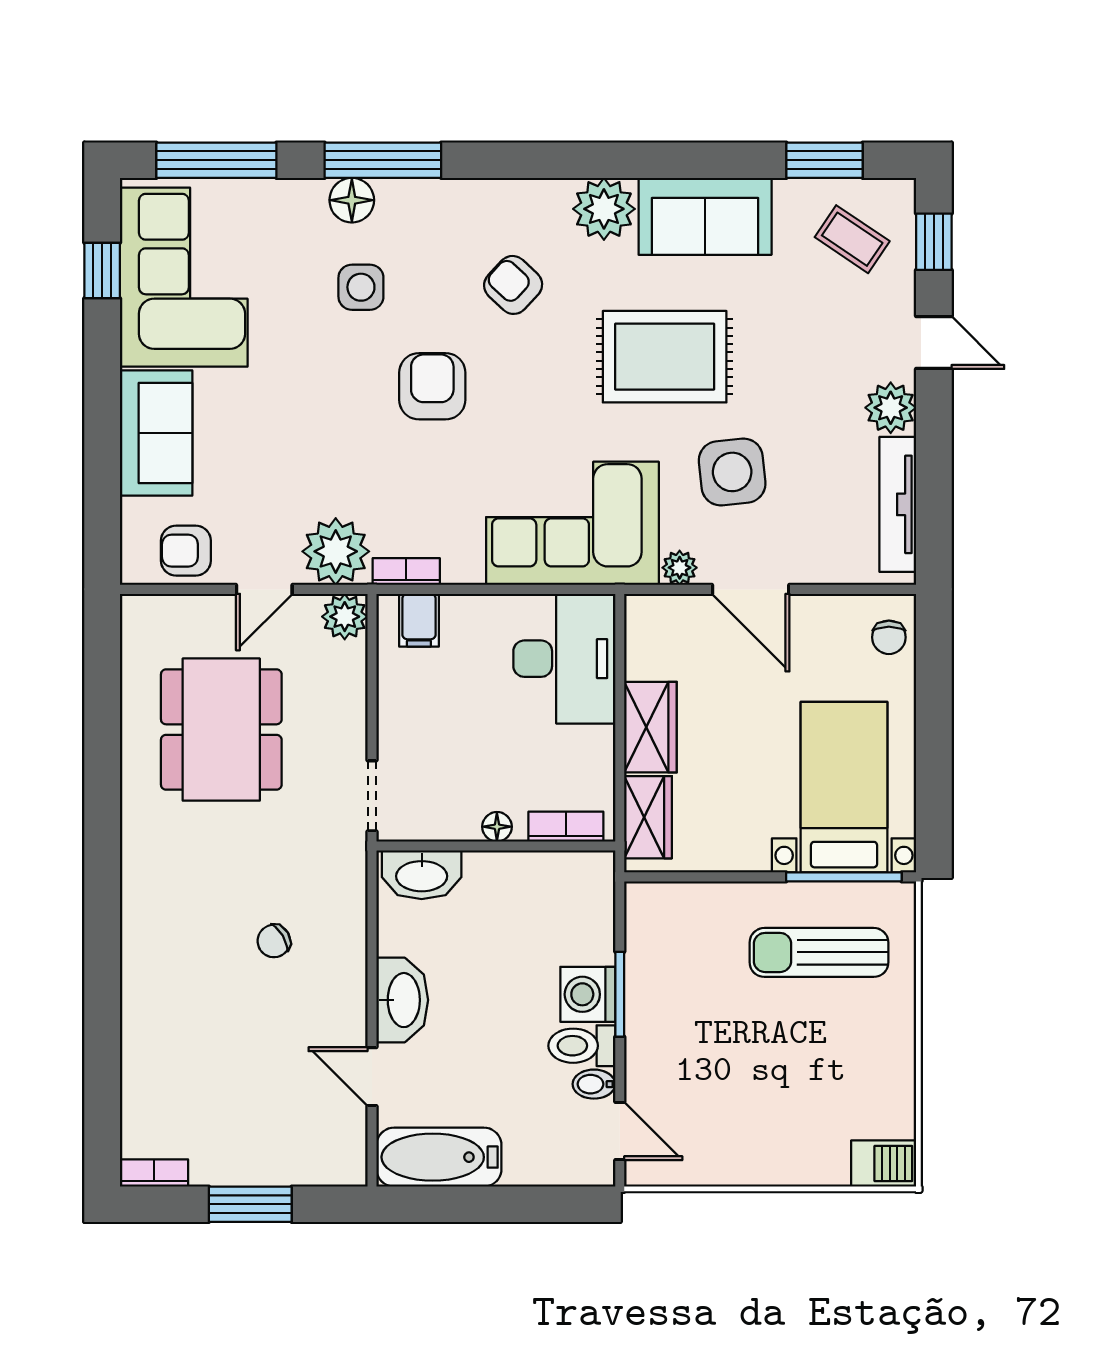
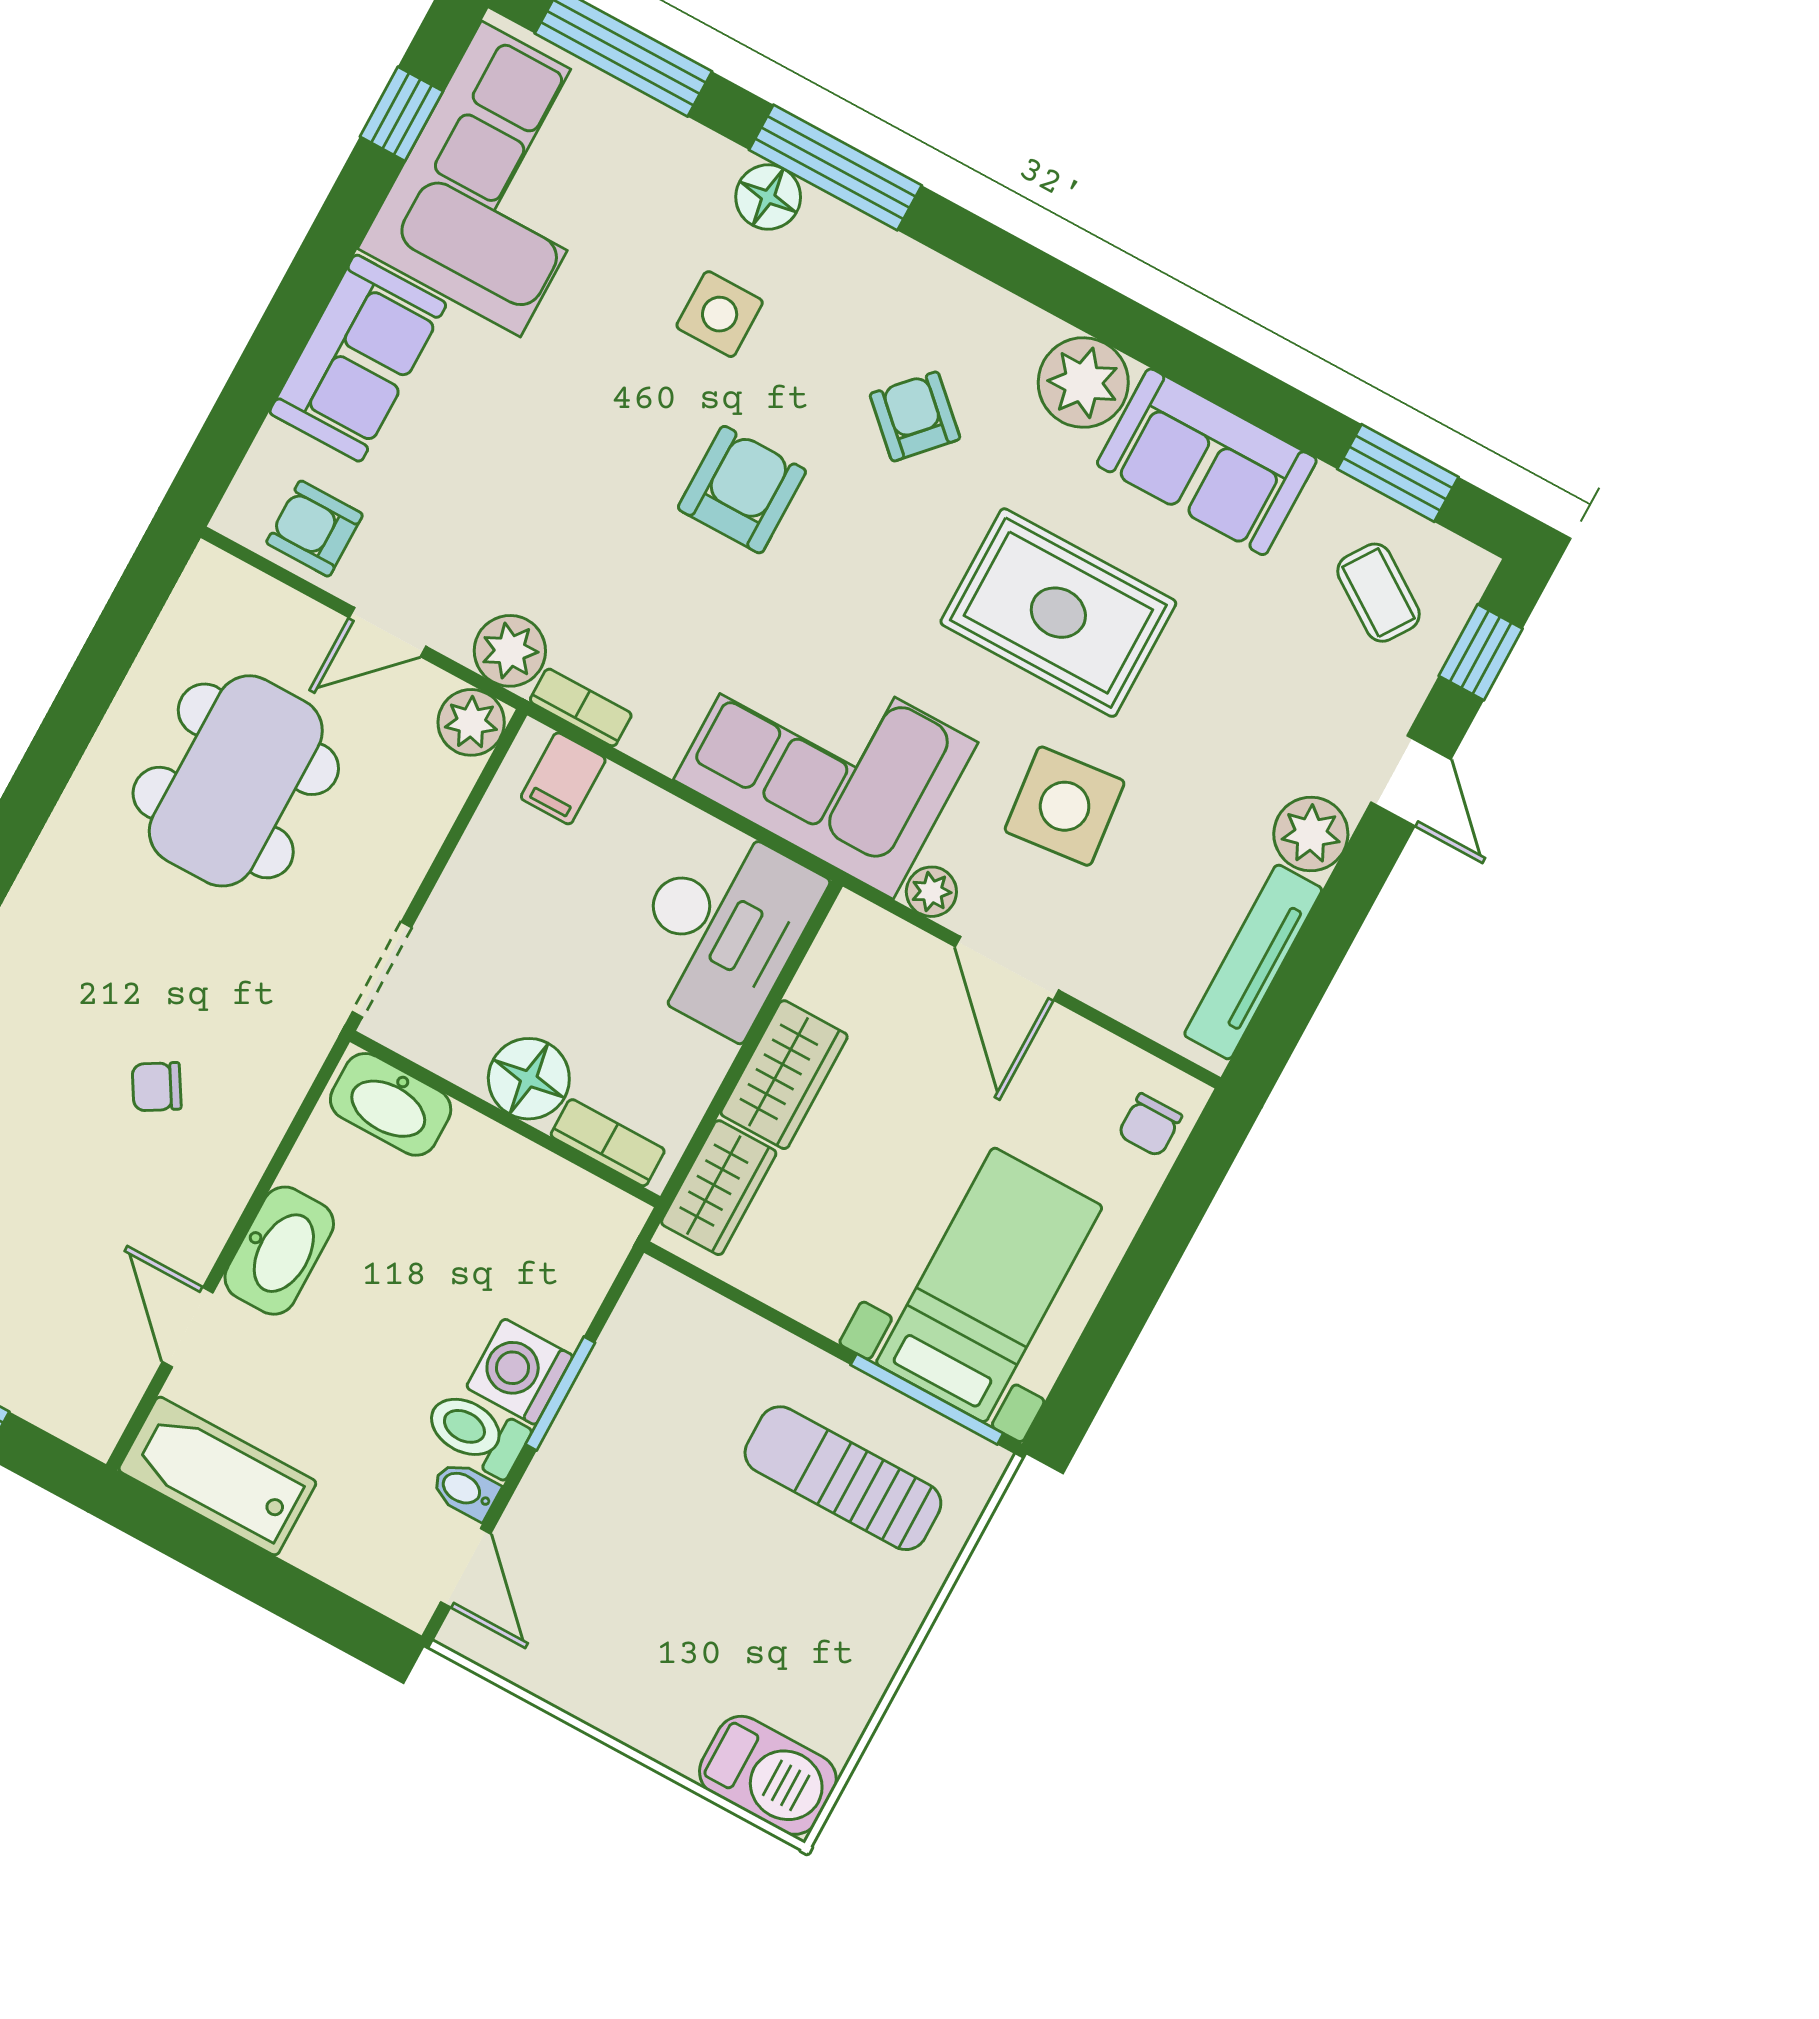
plant: (336, 551) -> (510, 651), width x0.73, depth x0.73
floor lamp: (497, 827) -> (529, 1079), width x1.89, depth x1.89
barbecue: (884, 1163) -> (768, 1775), width x1.38, depth x1.27

